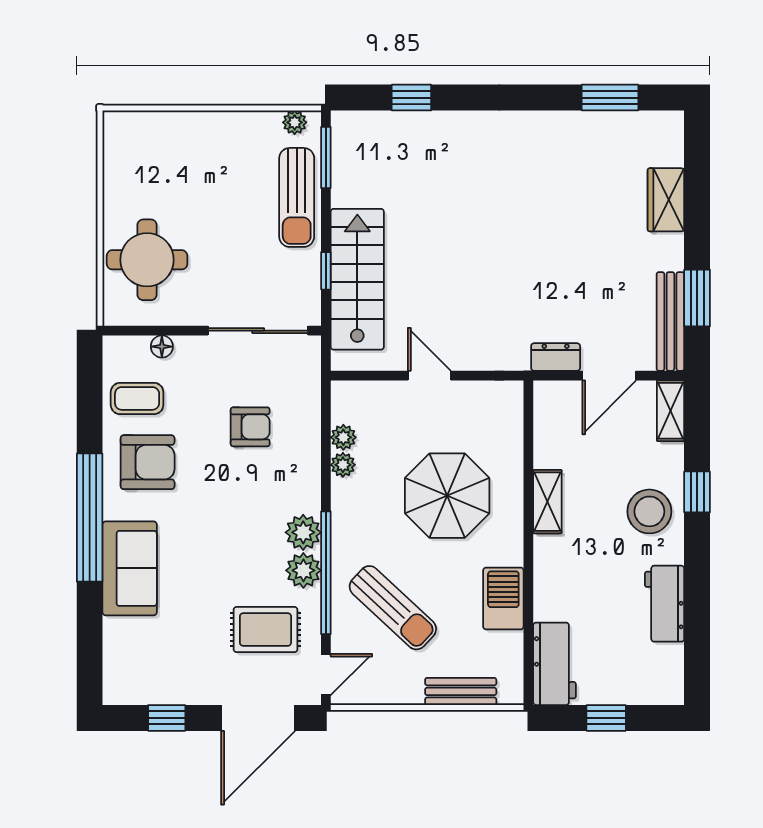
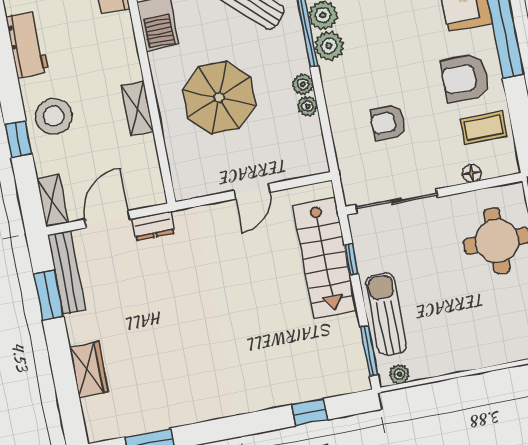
door: (429, 376) -> (252, 191), hinge flipped
plant: (343, 437) -> (303, 84), moved

